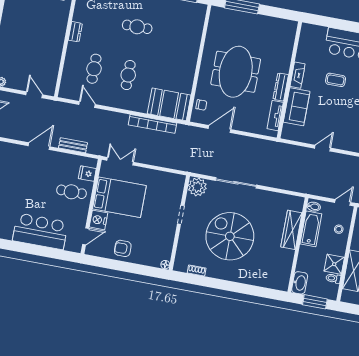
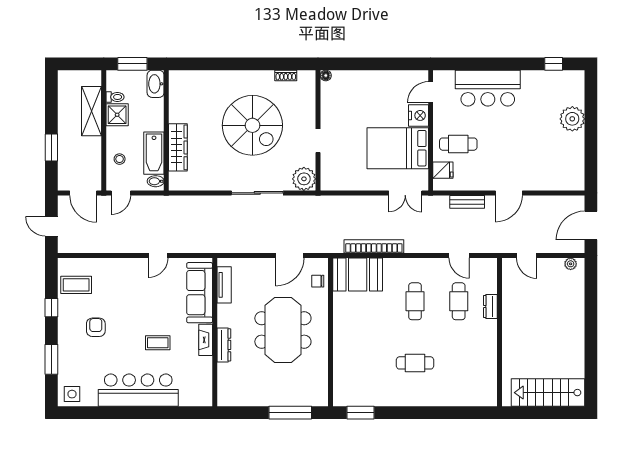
dresser: (75, 32) -> (490, 307), moved
dresser: (281, 87) -> (224, 345), moved
sofa: (297, 107) -> (200, 293), width x1.36
armchair: (123, 248) -> (382, 86), removed

